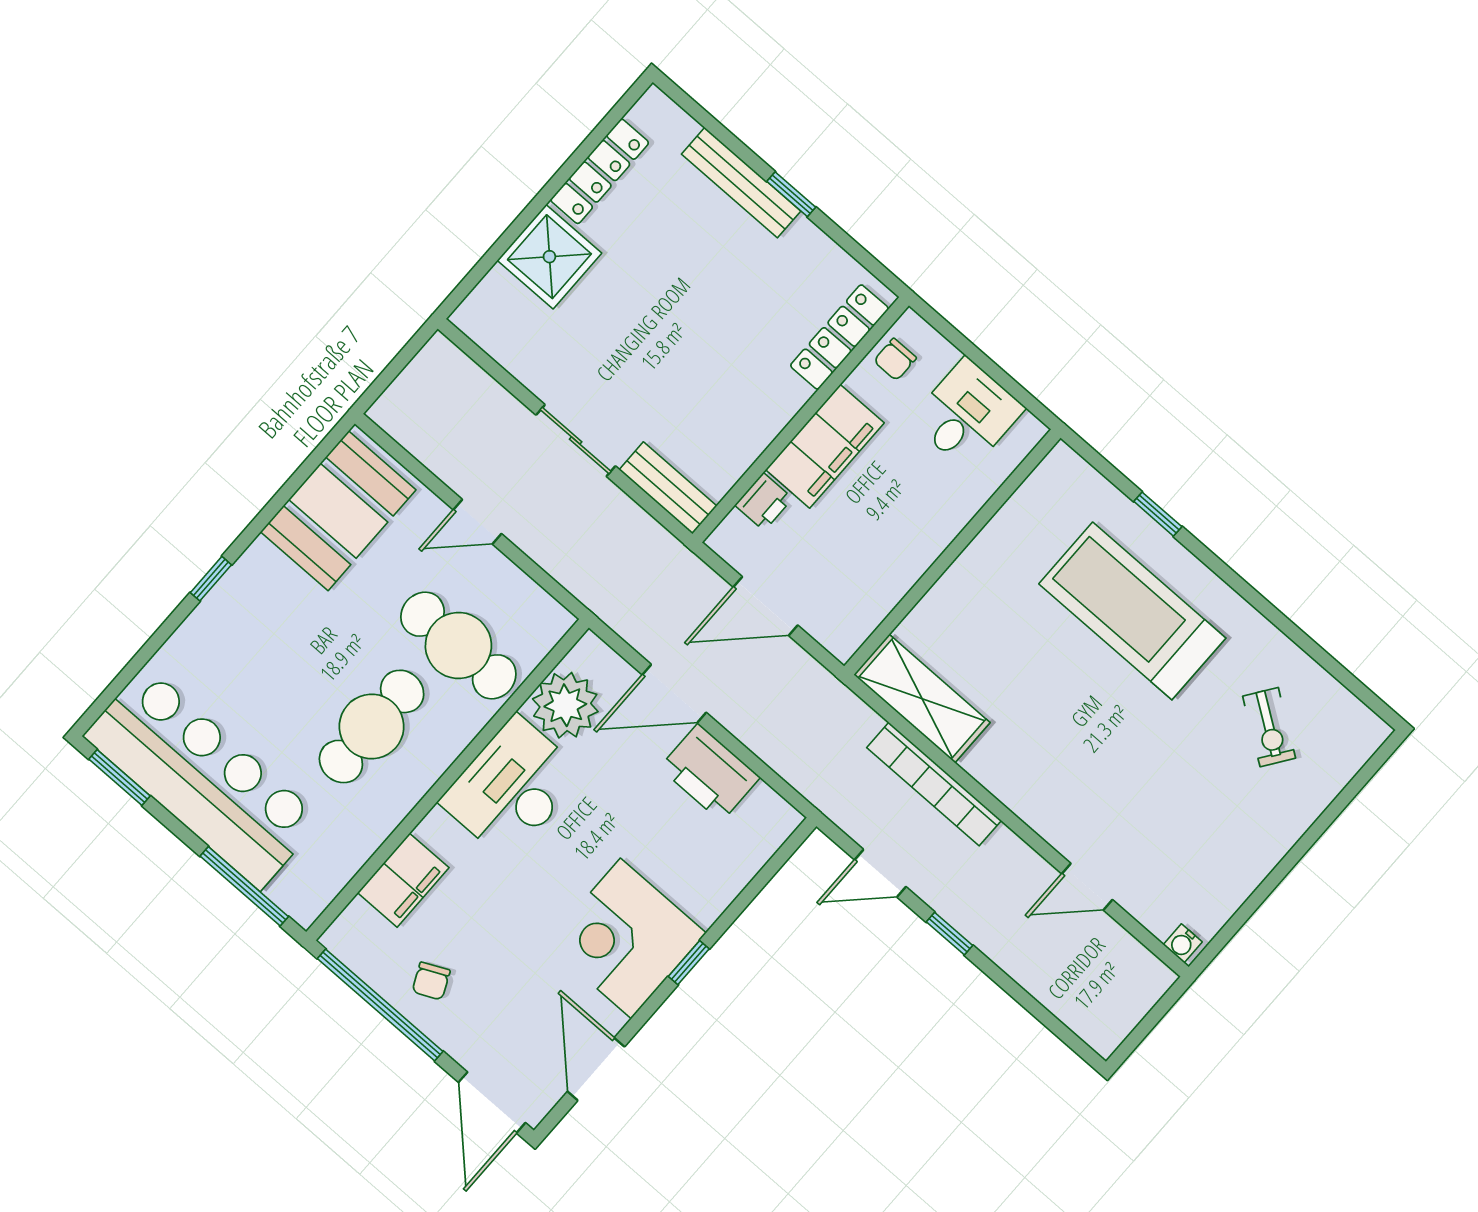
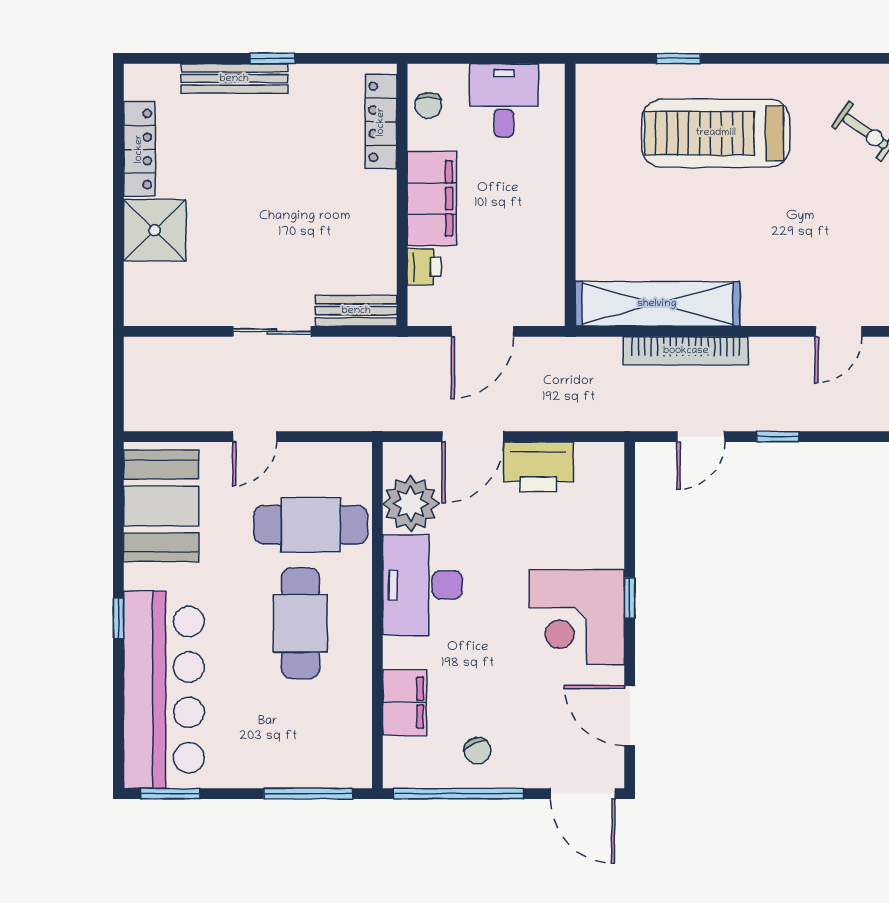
shelving: (922, 699) -> (657, 304), width x1.47
bar counter: (203, 778) -> (164, 690), moved, turned 90

